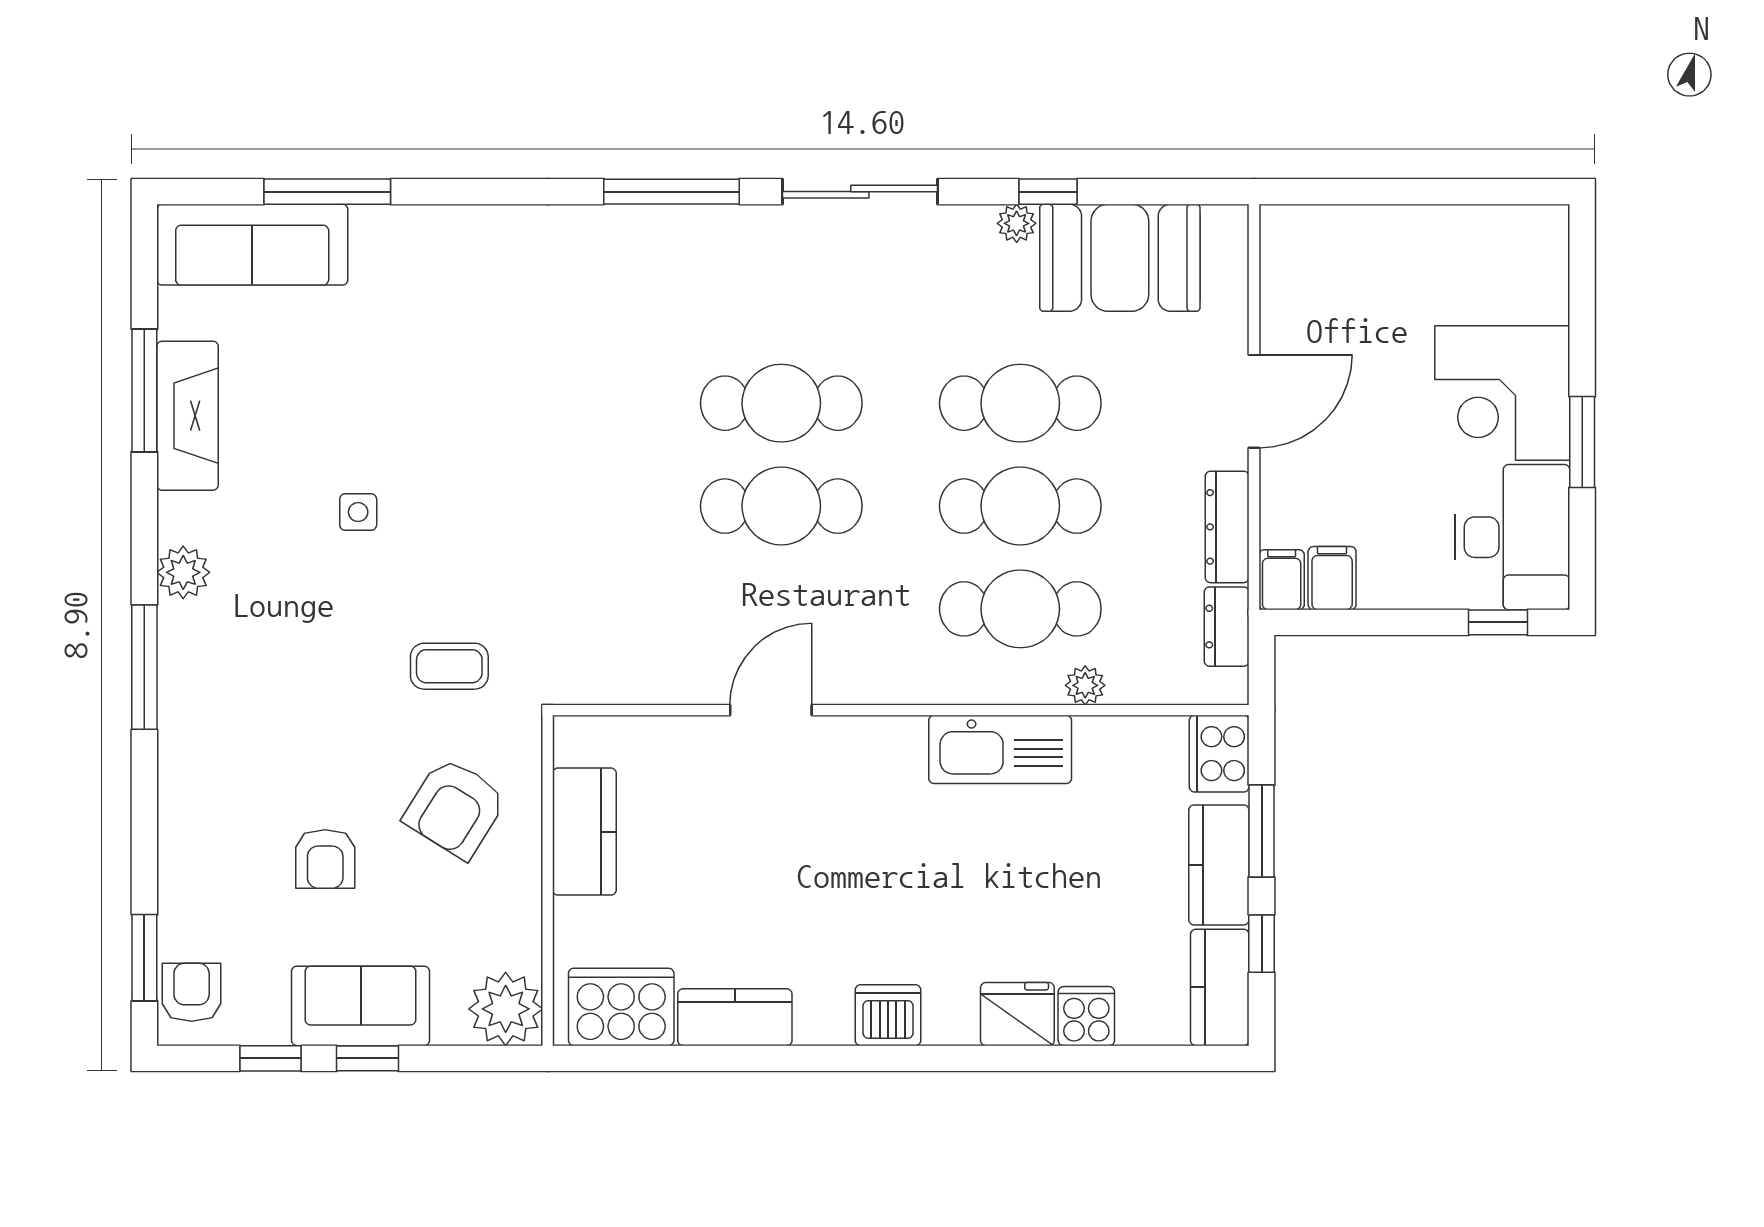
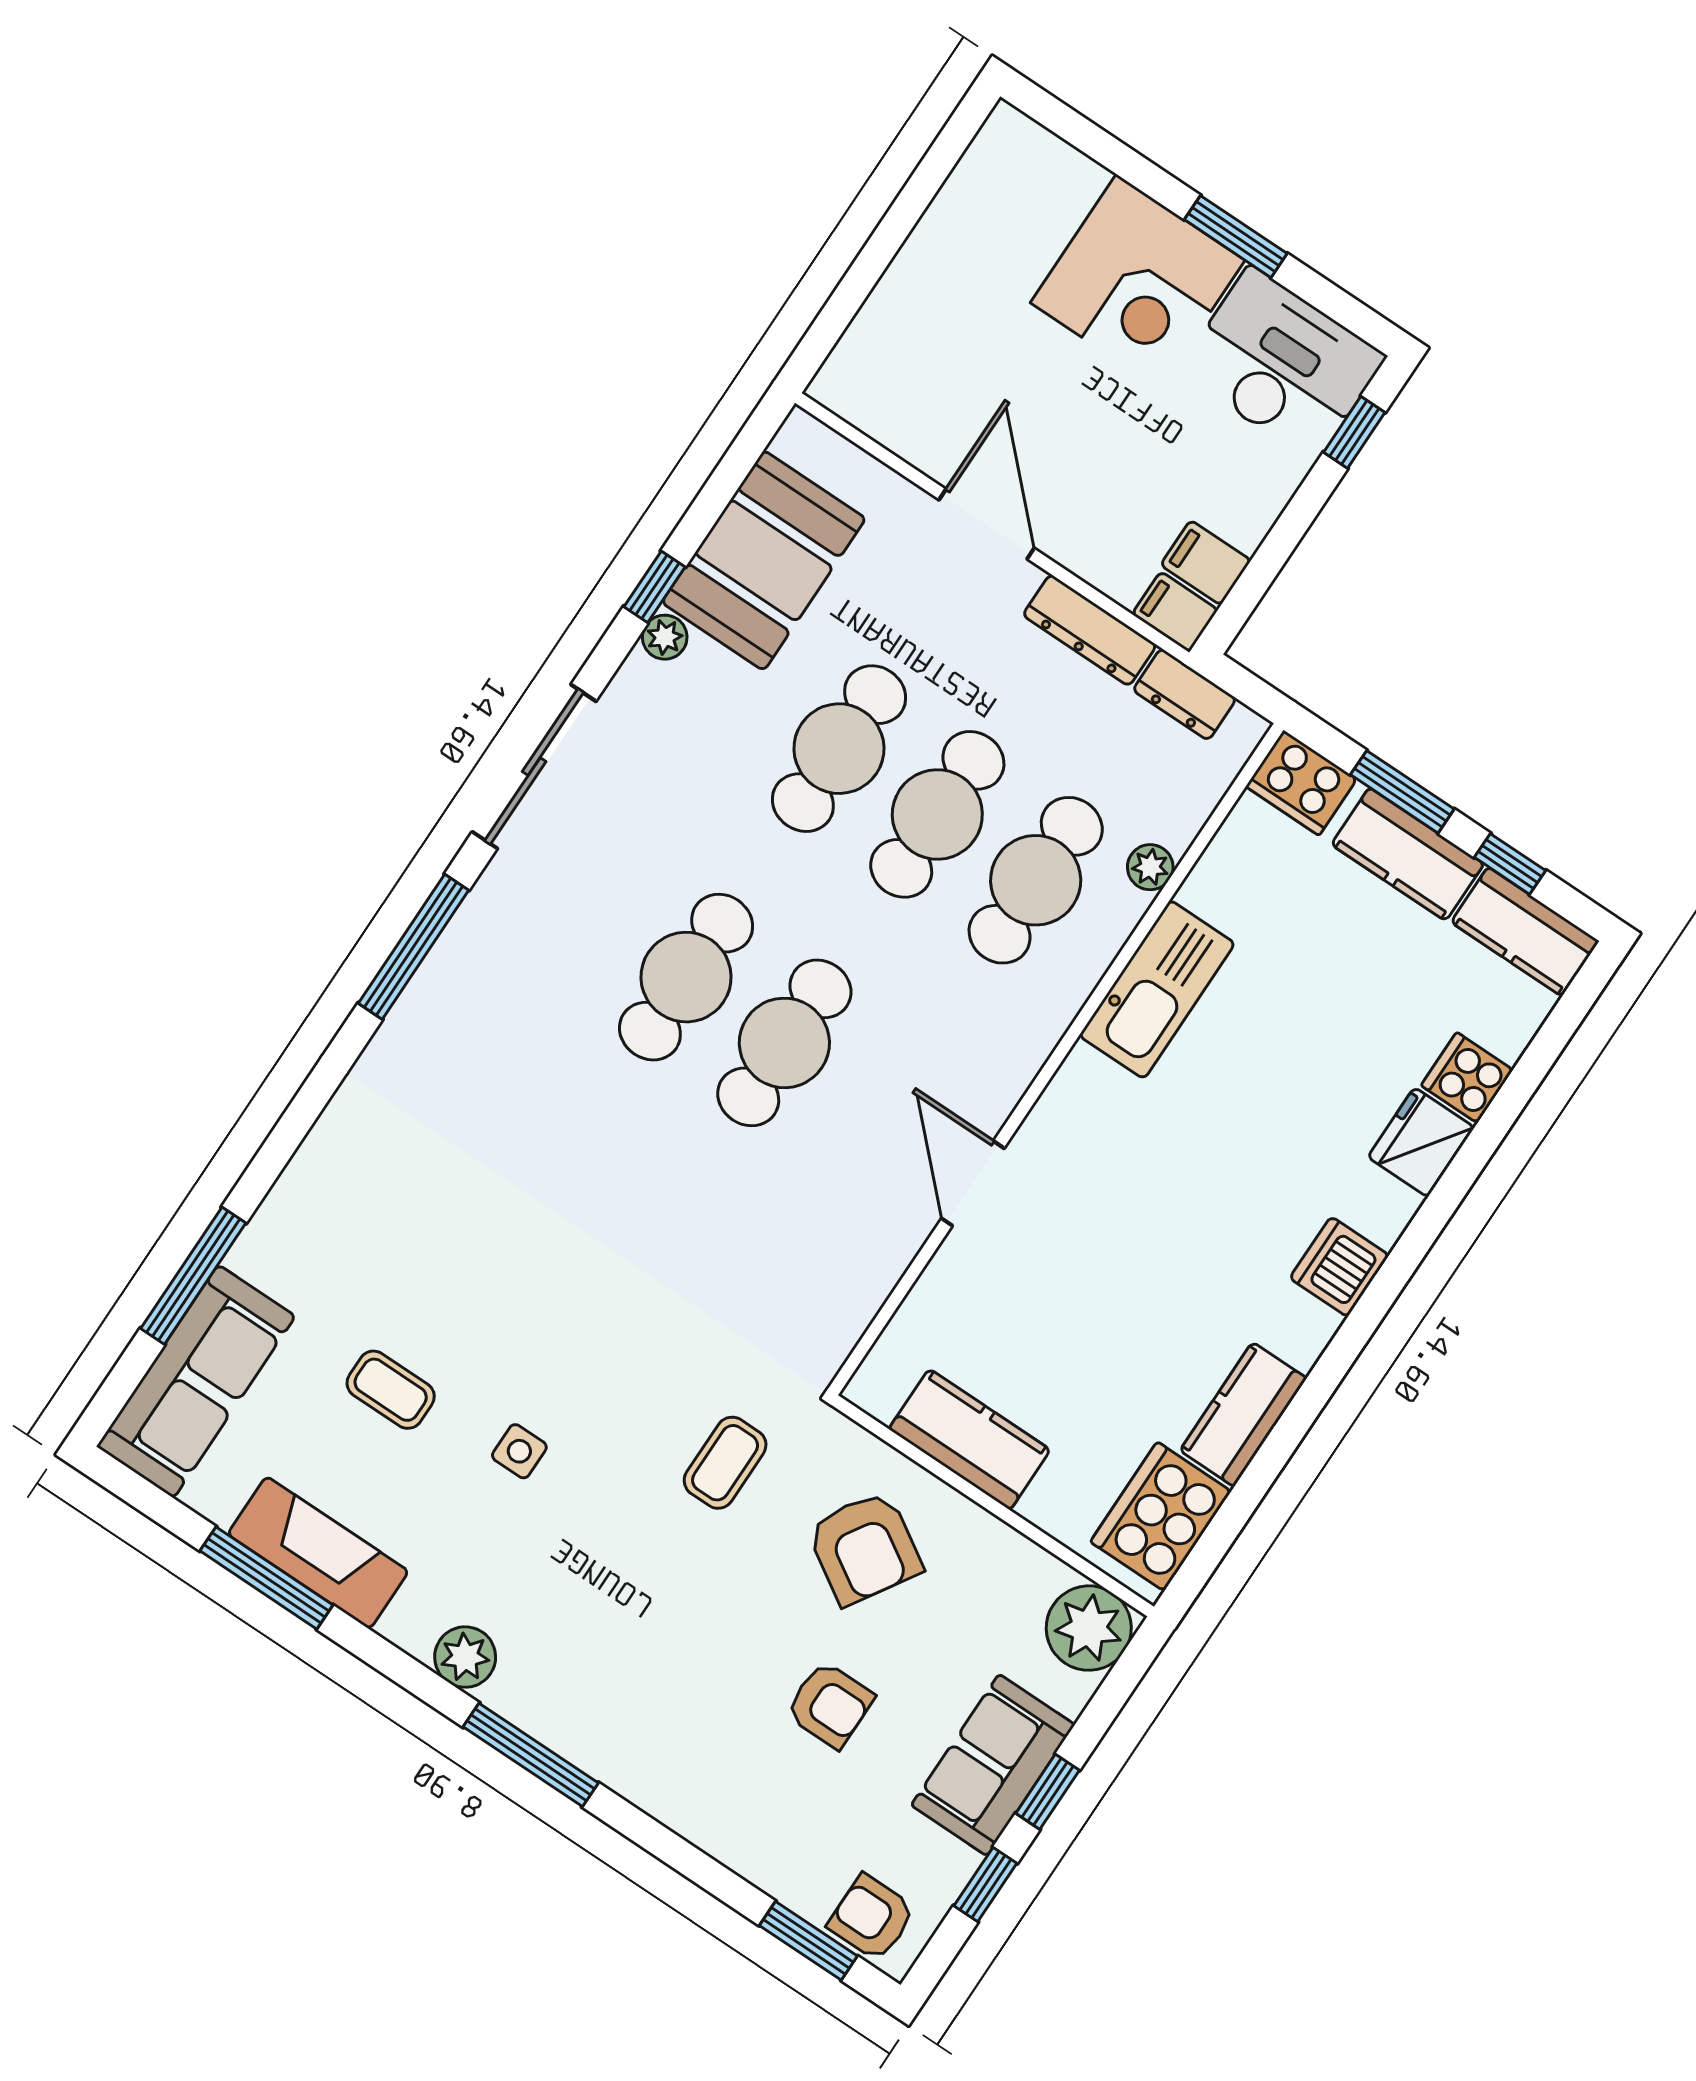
coffee table: (340, 389) -> (391, 1390), added

